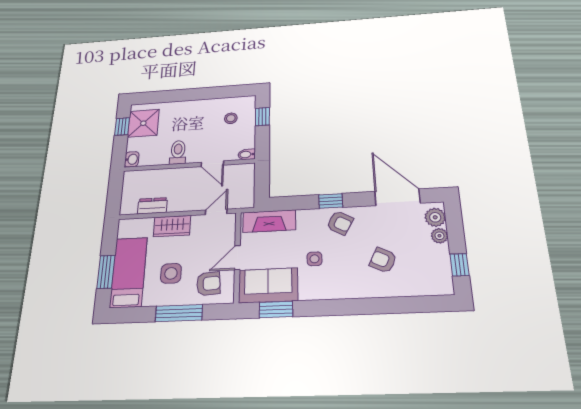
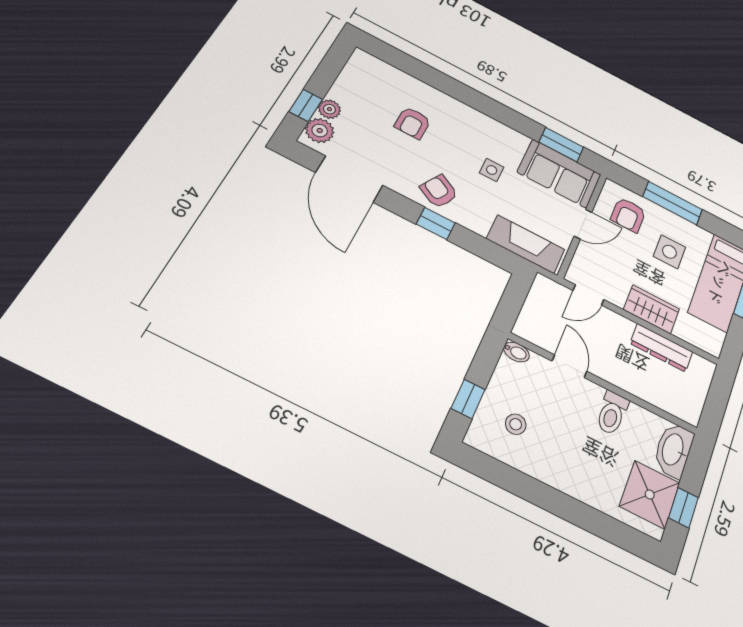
washbasin: (132, 159) -> (674, 450), width x1.91, depth x1.45
dresser: (152, 206) -> (661, 348), width x1.44
armchair: (383, 260) -> (413, 123), turned 64
window: (459, 265) -> (306, 105), moved
armchair: (208, 284) -> (628, 215), turned -86

